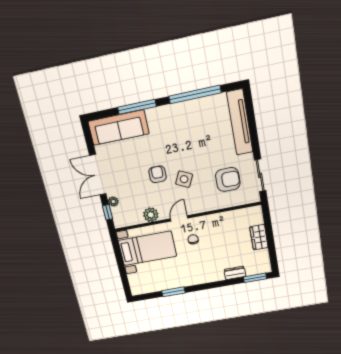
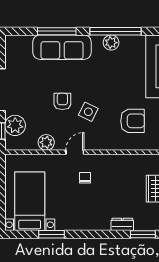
plant: (193, 107) -> (111, 43), added
sofa: (119, 128) -> (62, 47), moved
plant: (113, 202) -> (15, 125), width x1.87, depth x1.87
bed with nightstands: (147, 248) -> (30, 201), moved, turned -90

